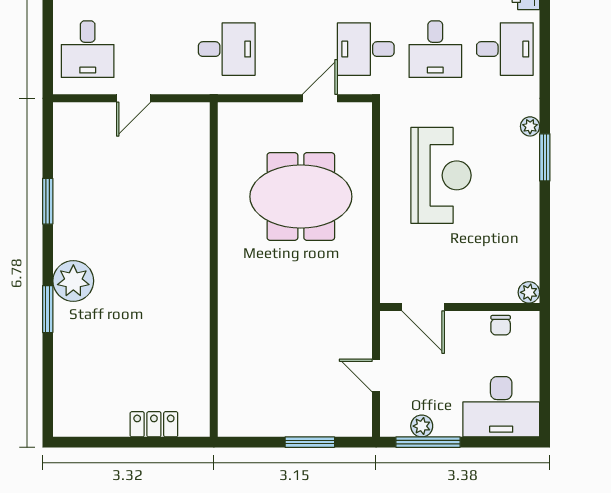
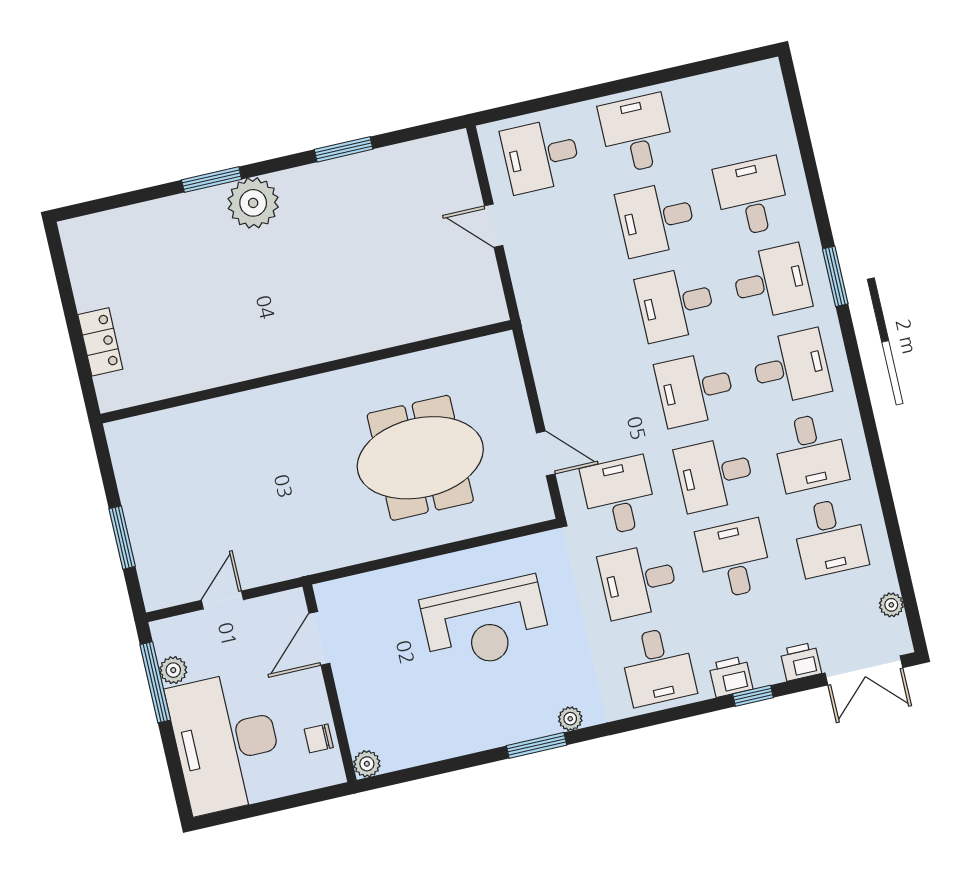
desk: (227, 49) -> (580, 326), removed
meeting table: (301, 197) -> (420, 458), turned 90
desk: (501, 407) -> (226, 742), width x1.36, depth x1.30

